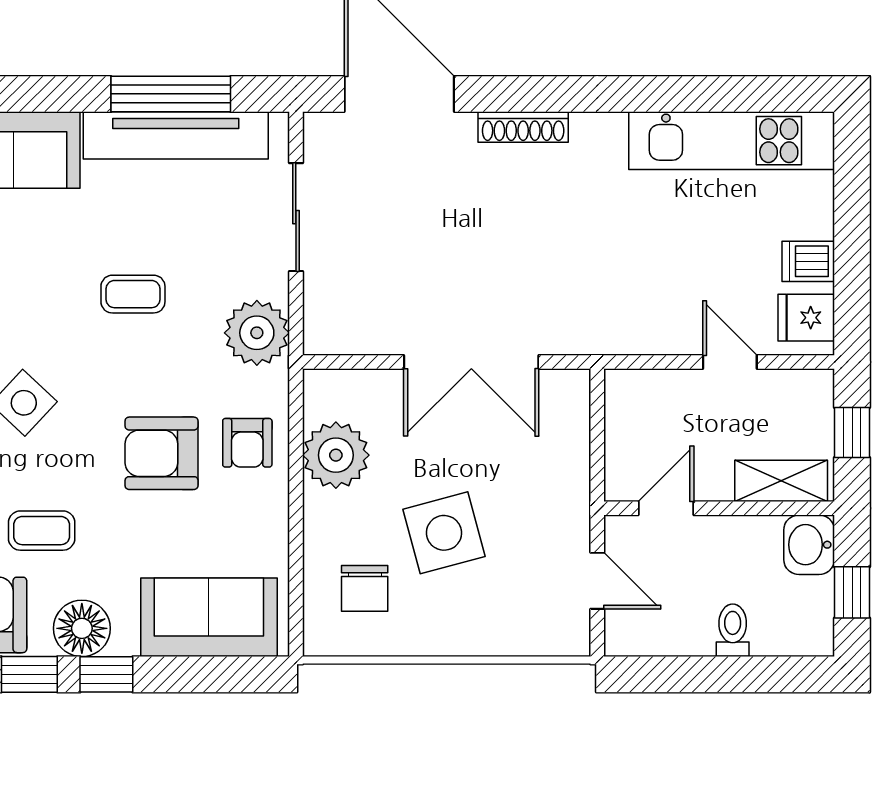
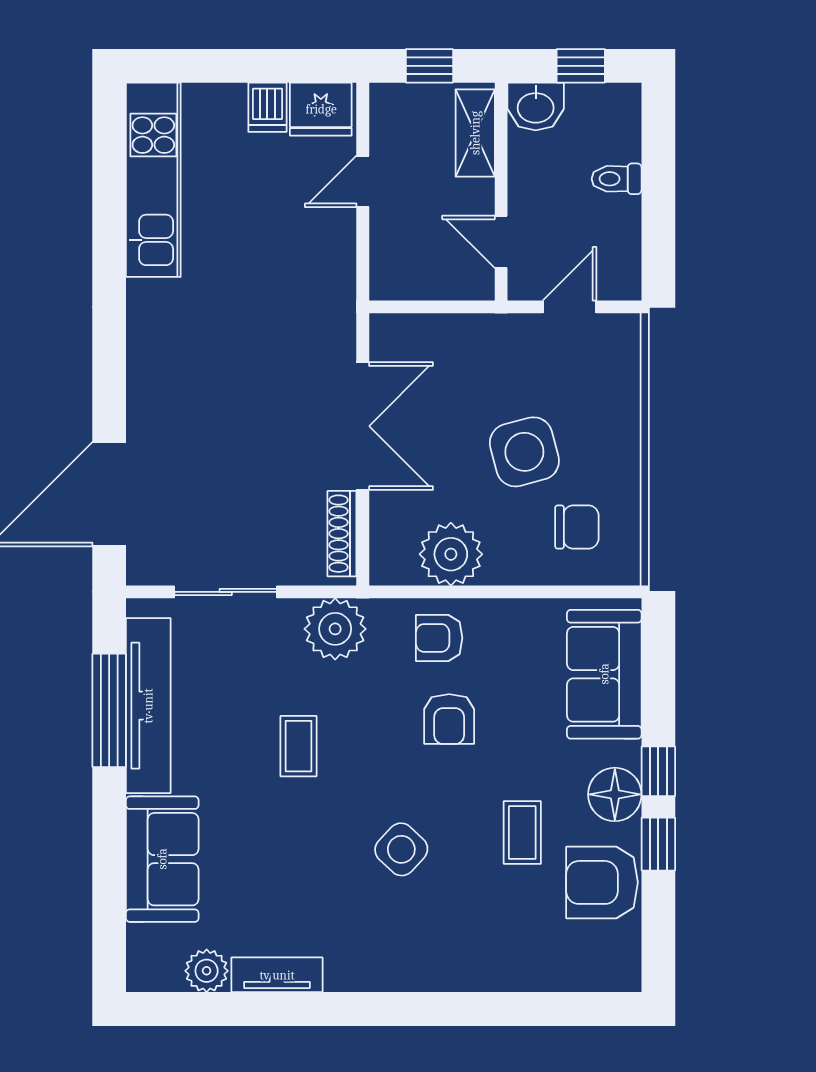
shoe rack: (523, 127) -> (342, 534), moved, turned 180
fridge: (806, 318) -> (321, 109), width x1.38
armchair: (247, 443) -> (439, 638), turned 180
armchair: (162, 453) -> (449, 719), width x0.72, depth x0.72

